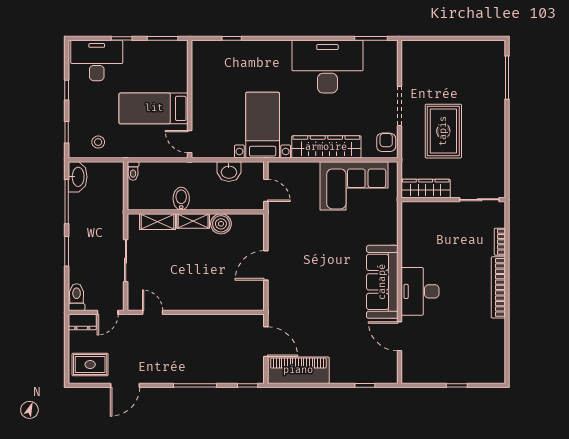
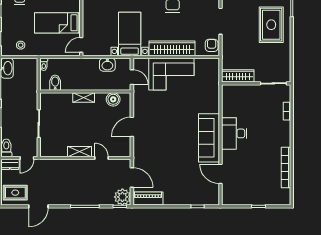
rug: (443, 131) -> (271, 25), moved
door: (190, 142) -> (81, 45), hinge flipped
corner sofa: (354, 186) -> (171, 74), moved
bidet: (181, 199) -> (55, 83), moved
shelving: (158, 222) -> (79, 152), moved
boiler: (221, 224) -> (113, 99), moved
bookcase: (498, 287) -> (286, 167), moved
desk: (420, 291) -> (234, 133), moved
door: (153, 312) -> (102, 158), moved
piano: (298, 370) -> (148, 199), width x0.73, depth x0.75
plant: (252, 371) -> (122, 197), added

